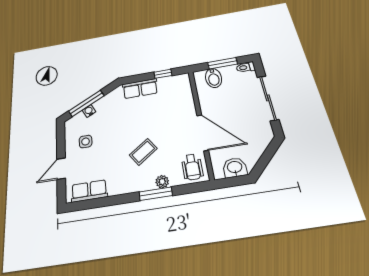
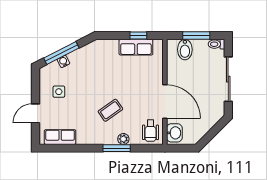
row of seats: (140, 89) -> (136, 47), moved
washbasin: (235, 168) -> (174, 133), moved, turned 90

